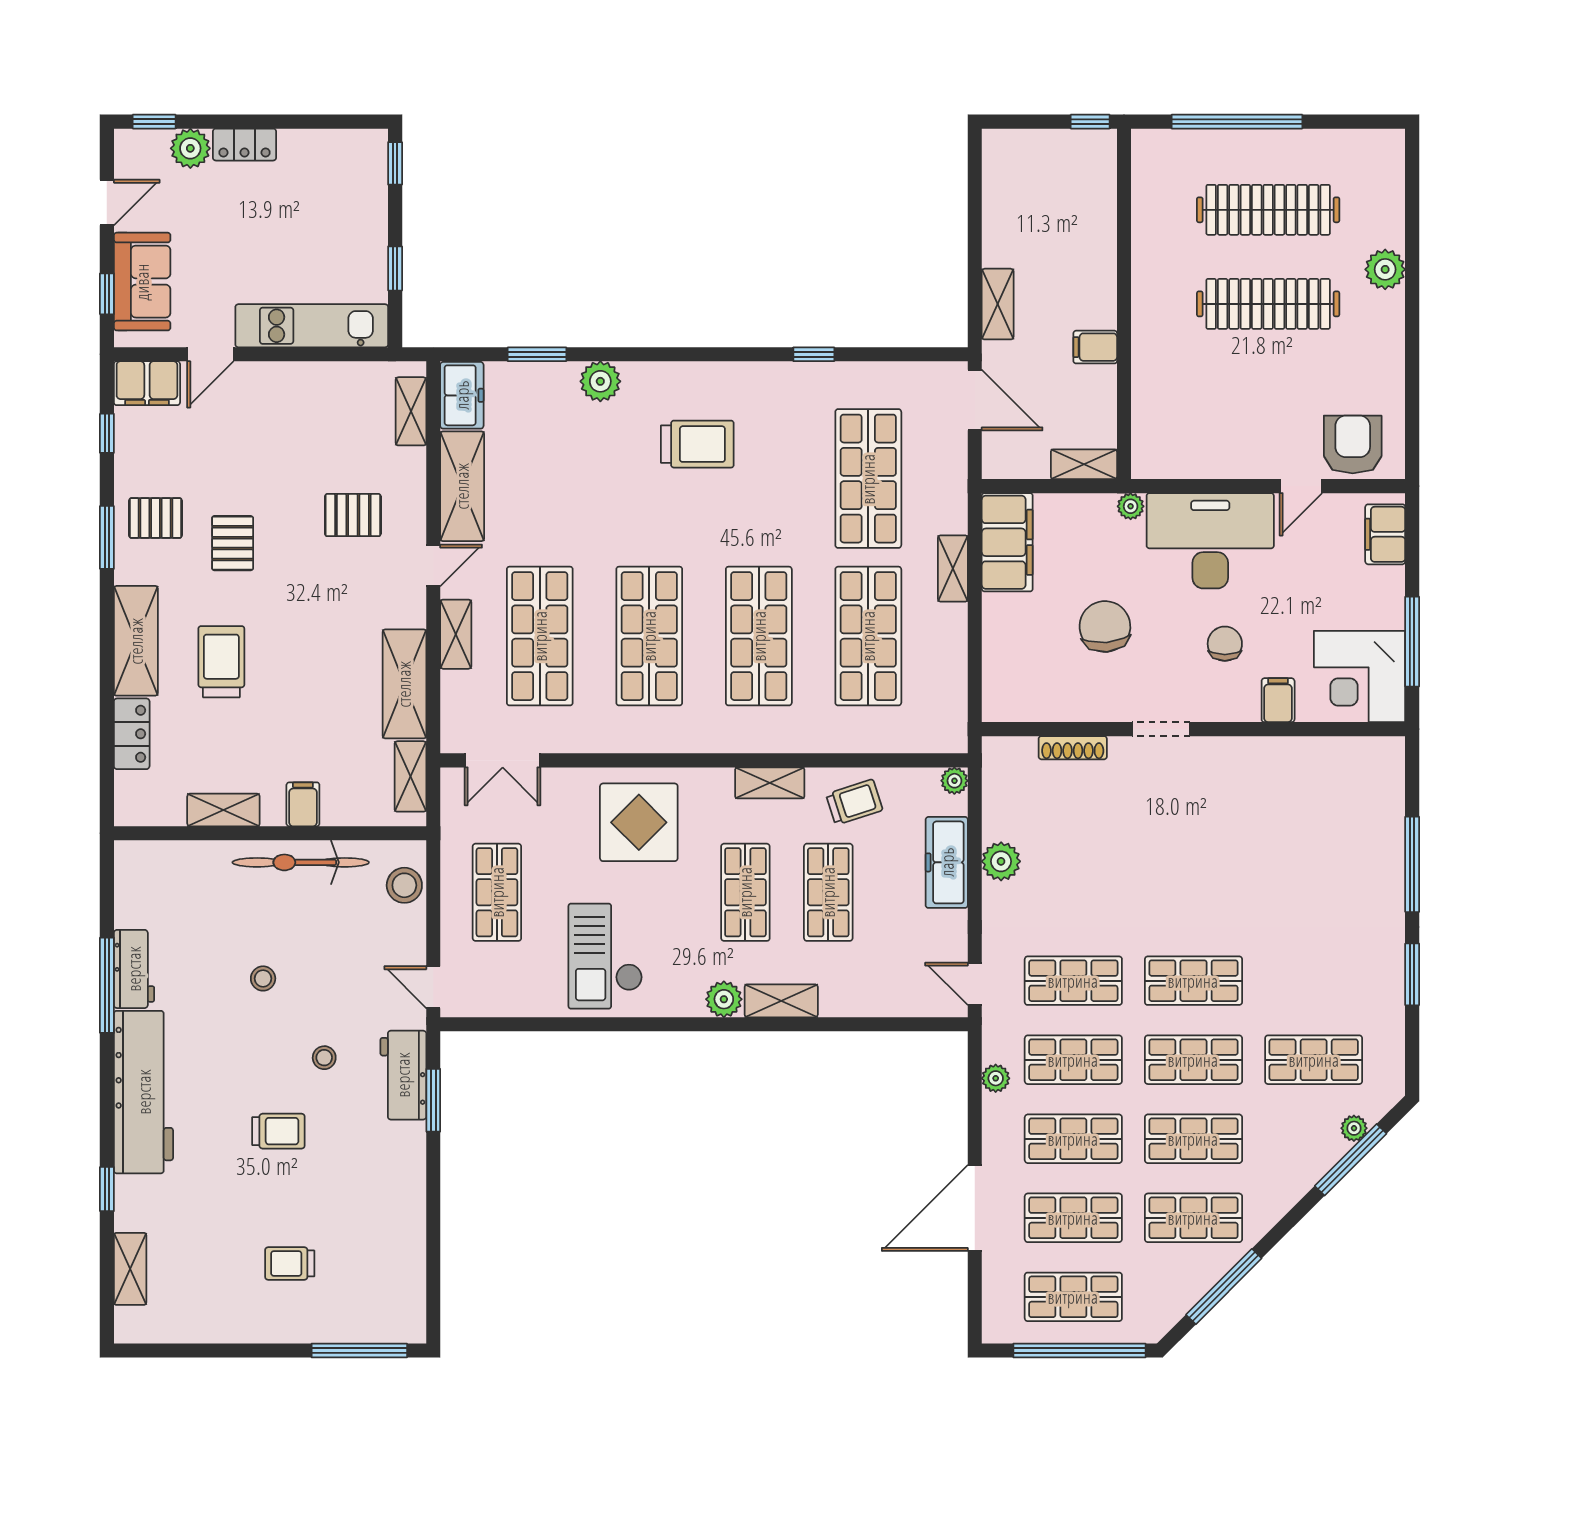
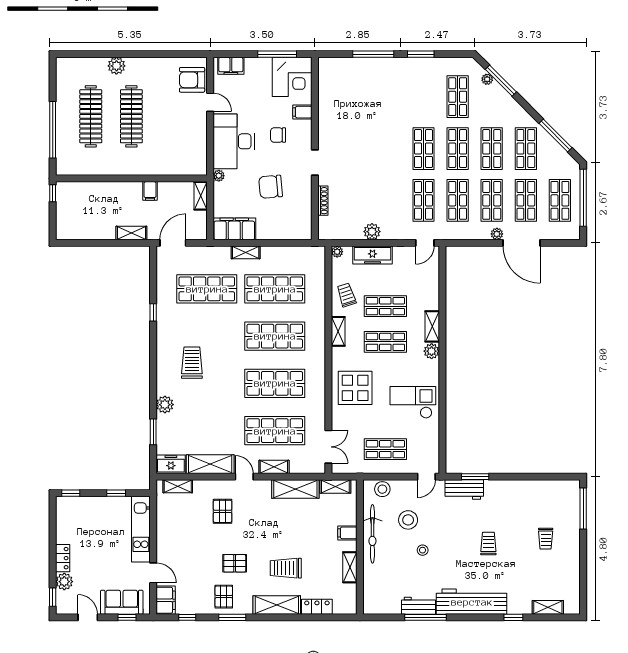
checkout: (605, 956) -> (413, 402), turned 180
stool: (324, 1058) -> (408, 520), moved, width x1.89, depth x1.89
plant: (996, 1078) -> (497, 234), moved

